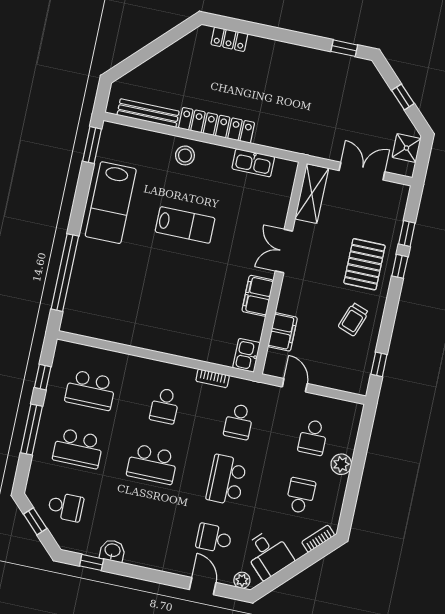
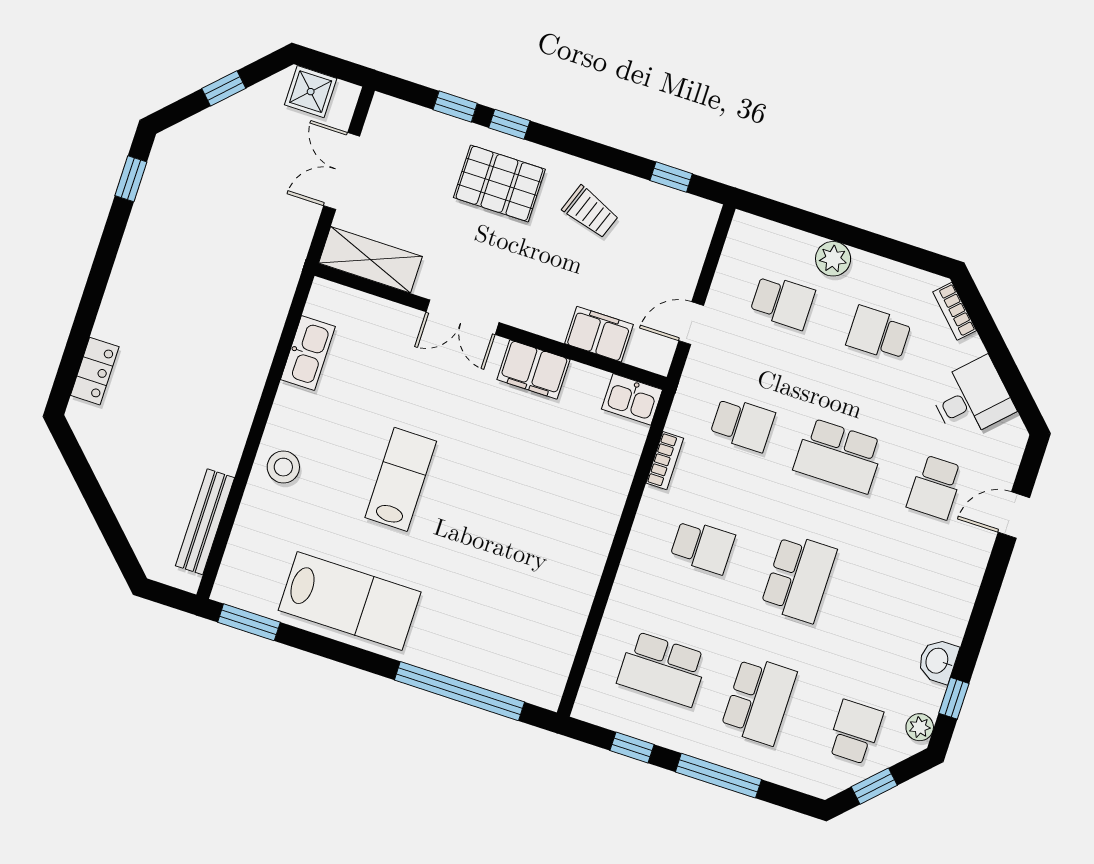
locker: (217, 125) -> (238, 408), removed
school desk: (90, 390) -> (662, 669), turned 90
plant: (242, 580) -> (920, 727), moved

